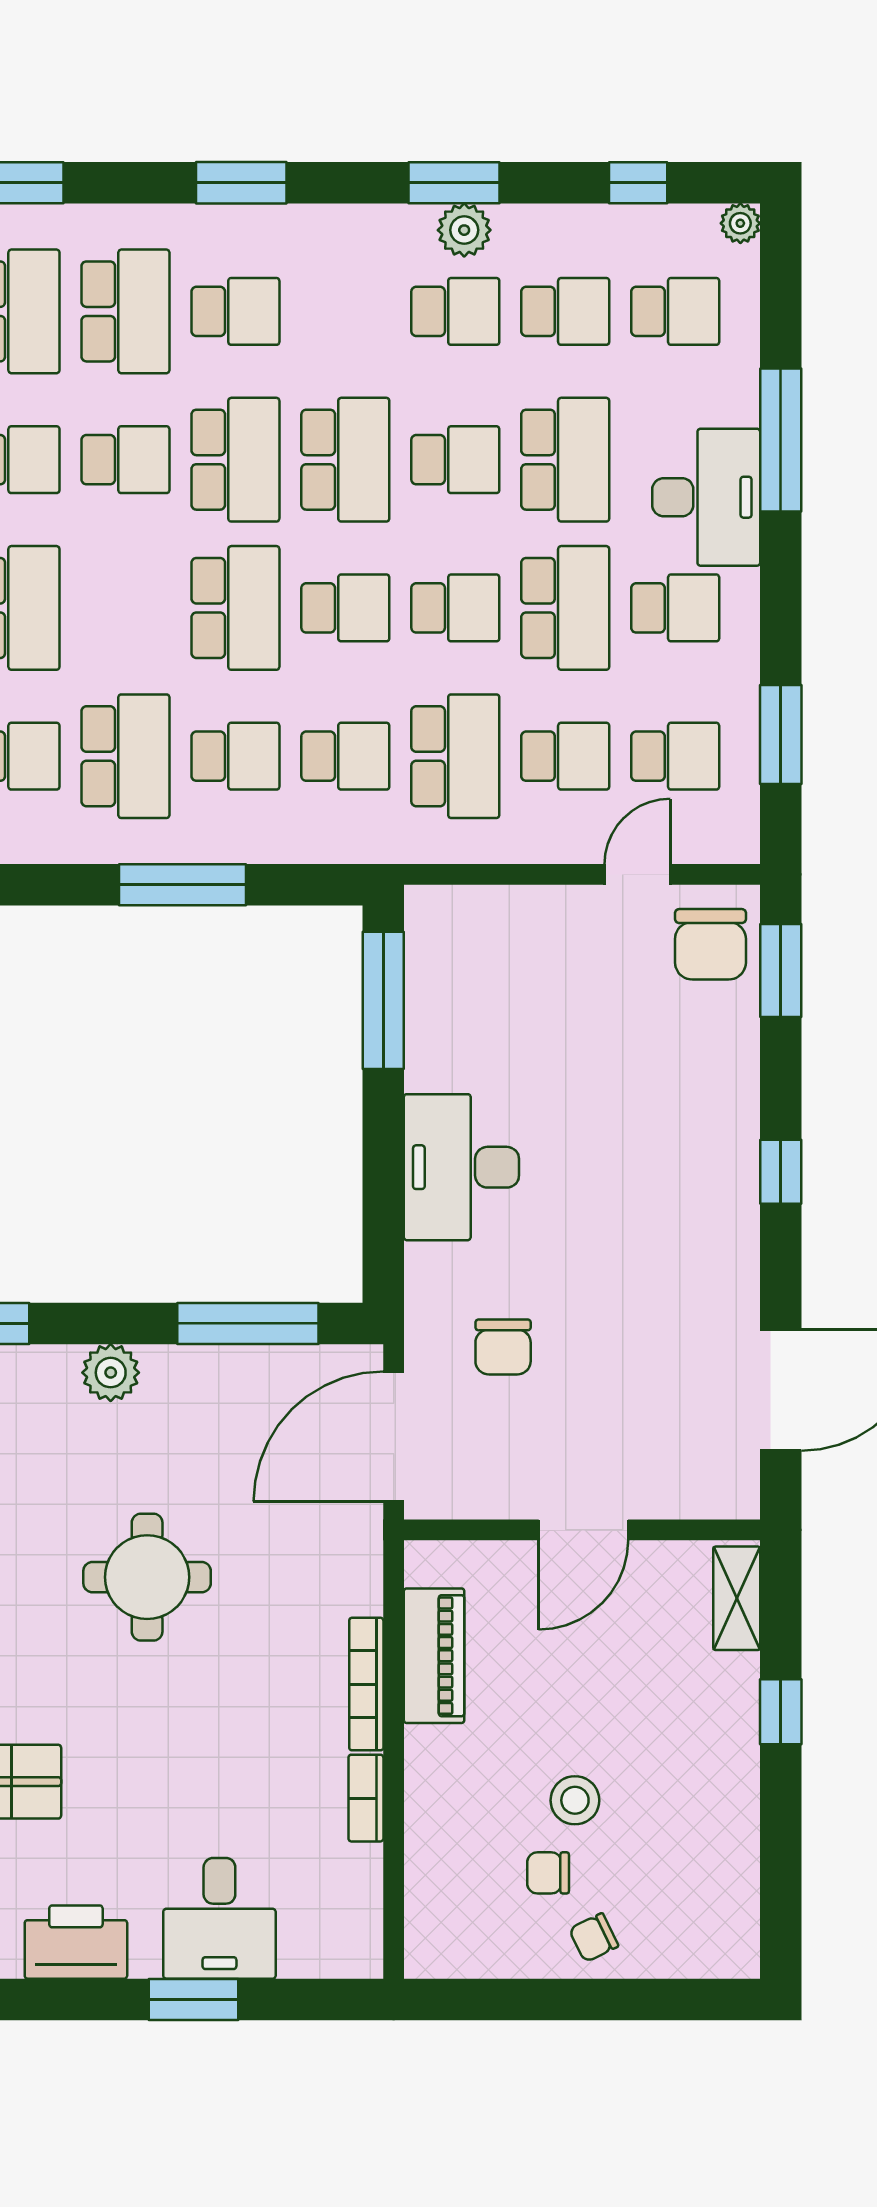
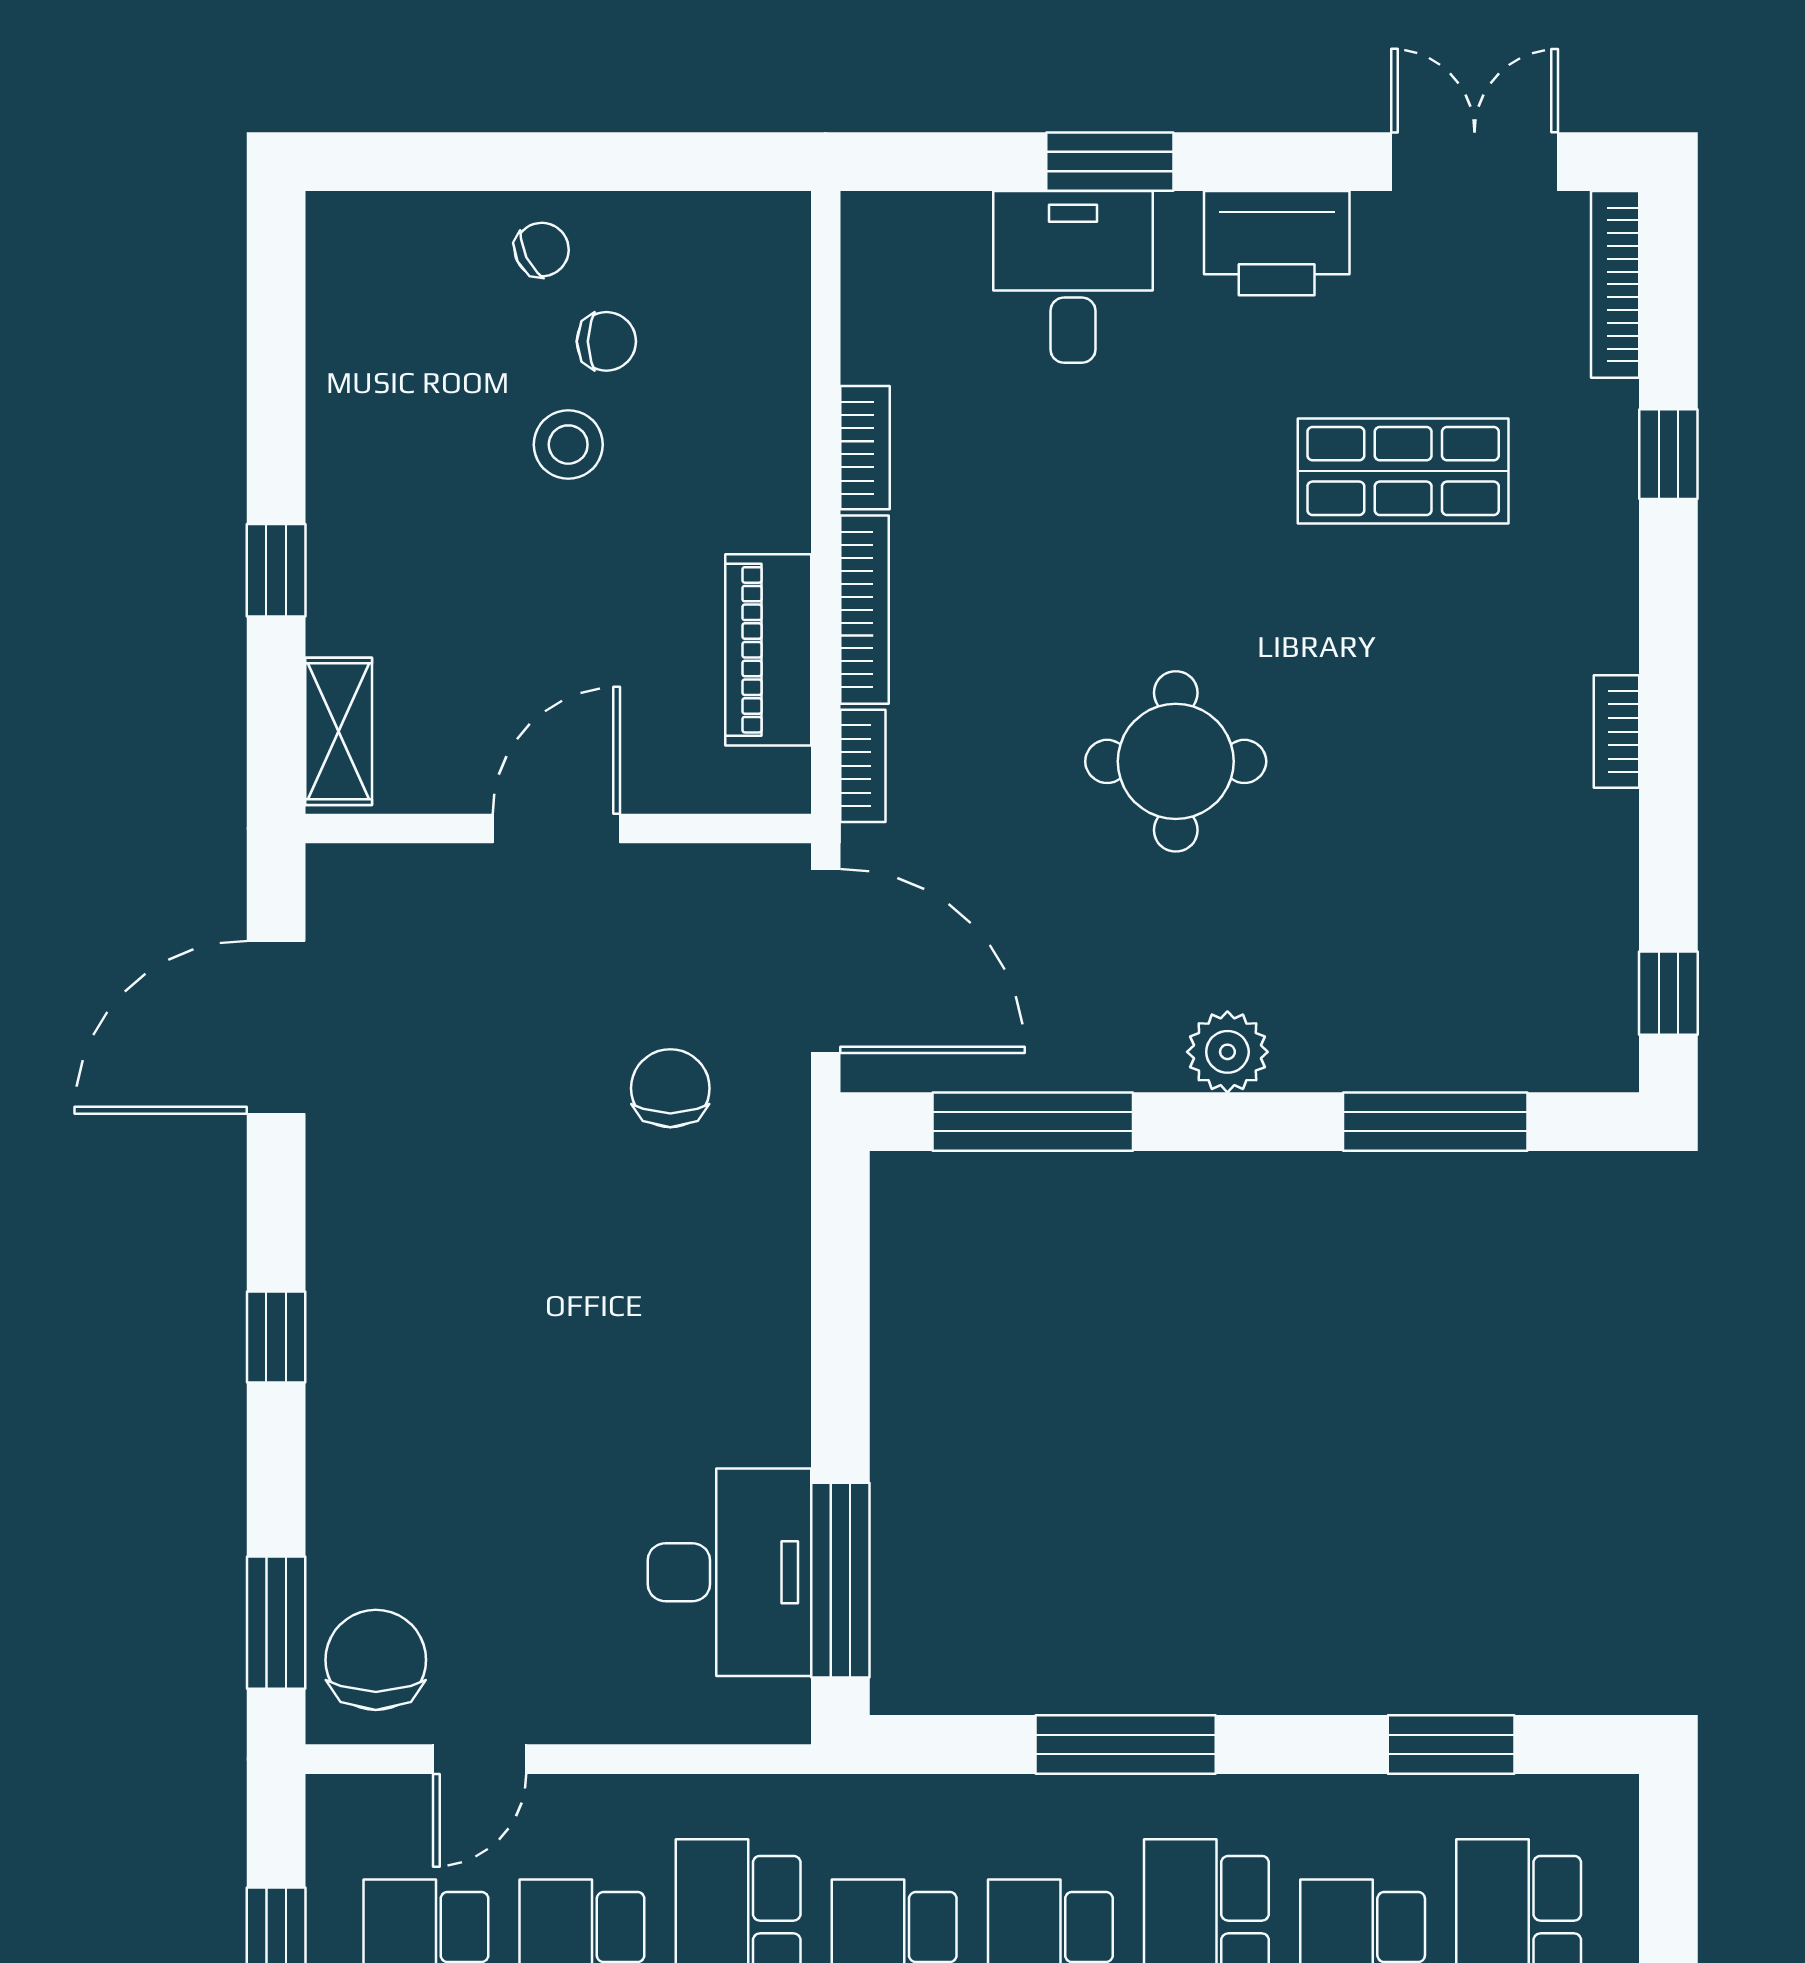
desk: (461, 1167) -> (729, 1572), moved
door: (394, 1437) -> (826, 961), hinge flipped
bookcase: (367, 1574) -> (863, 766), added

